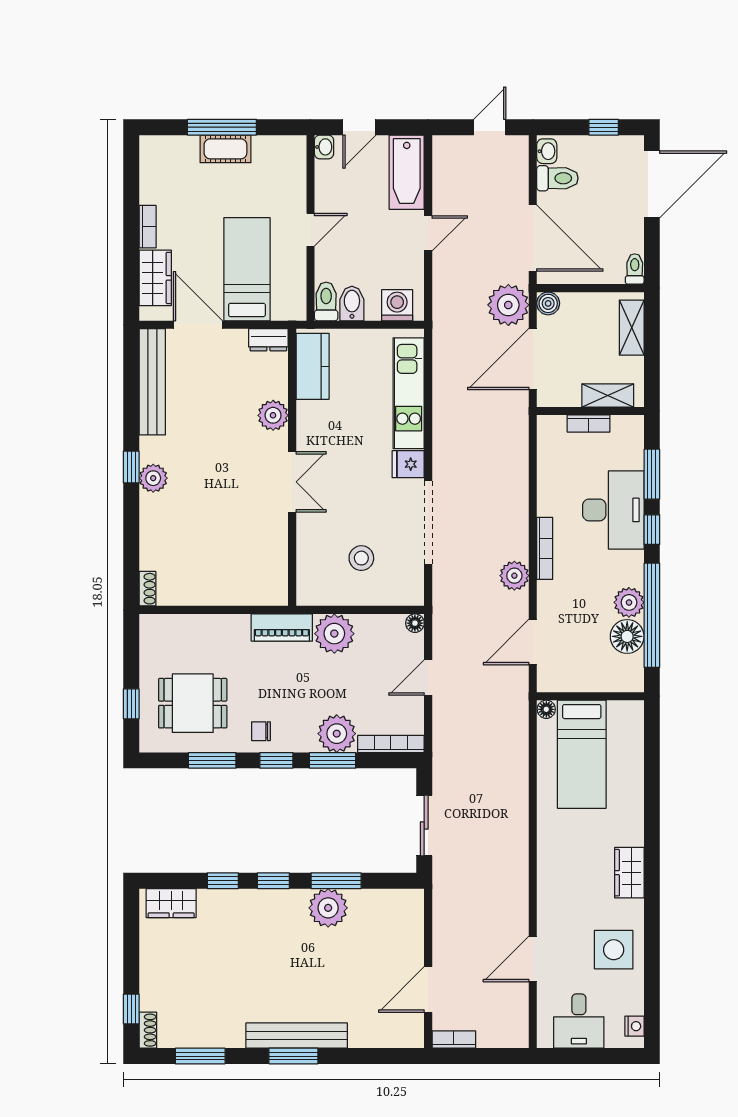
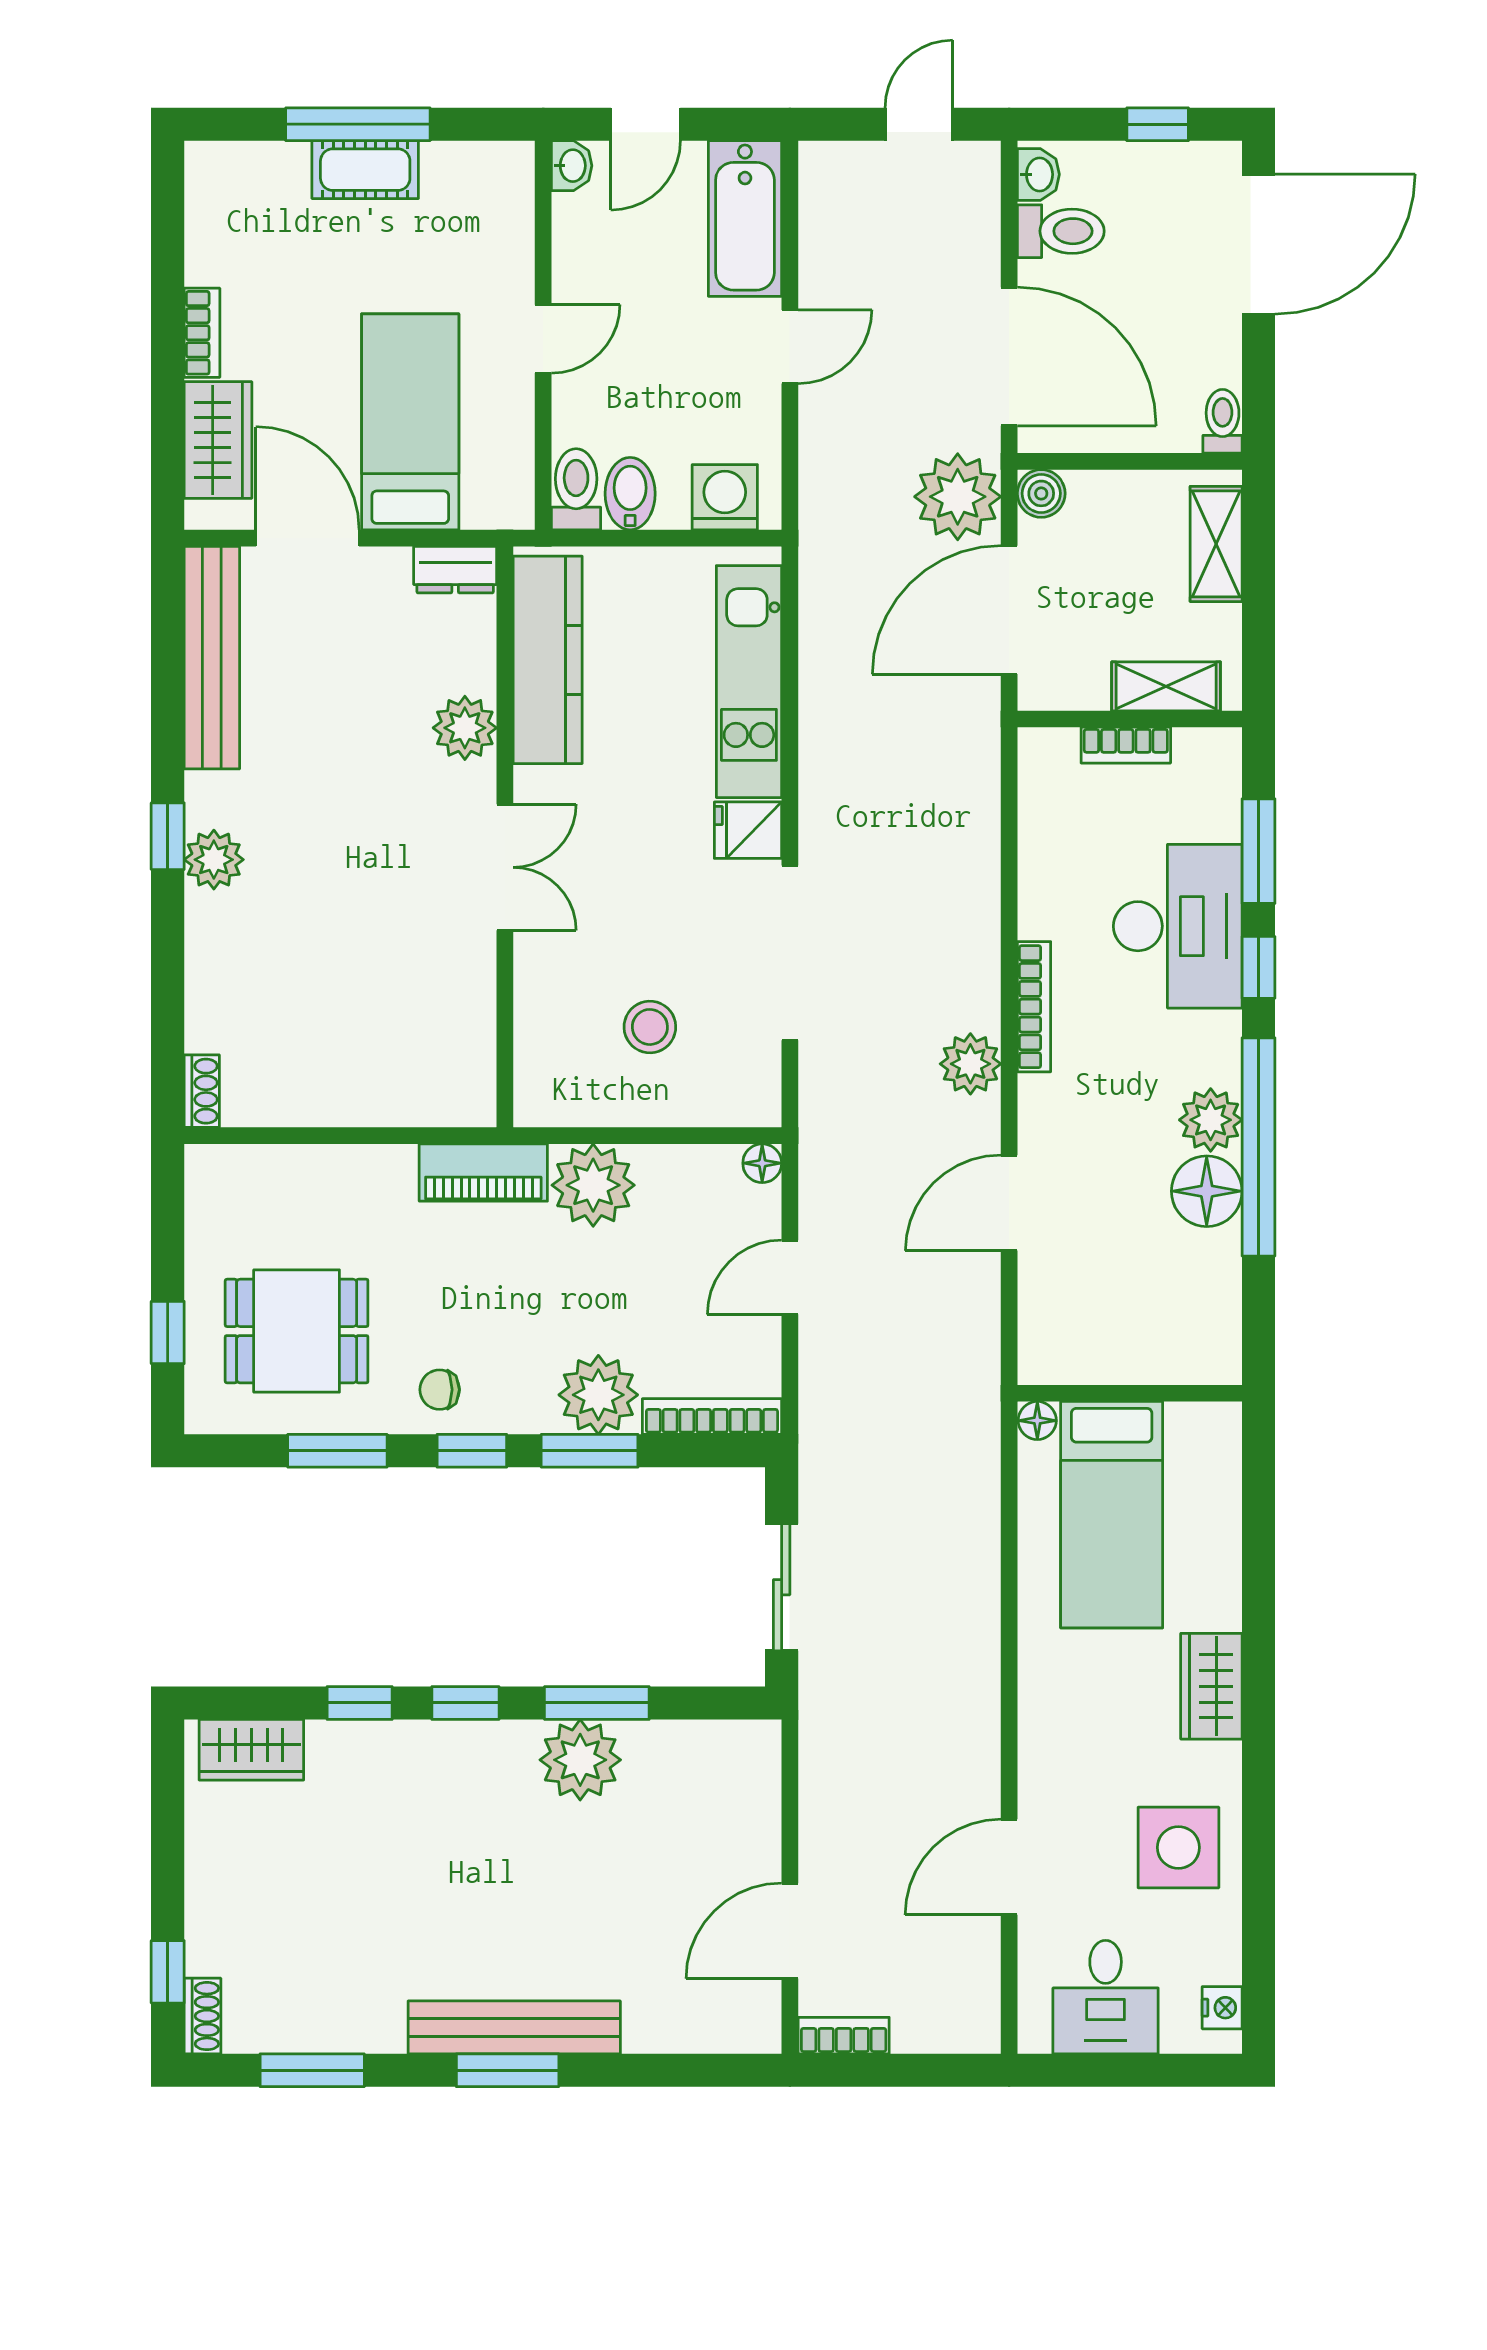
kitchen counter: (313, 366) -> (548, 660), width x1.50
wall: (590, 696) -> (1130, 1393), moved
floor lamp: (546, 709) -> (1037, 1421), moved
bed: (582, 754) -> (1112, 1515), moved

